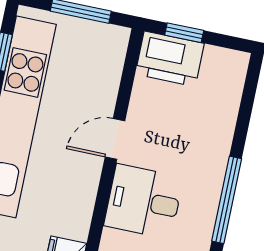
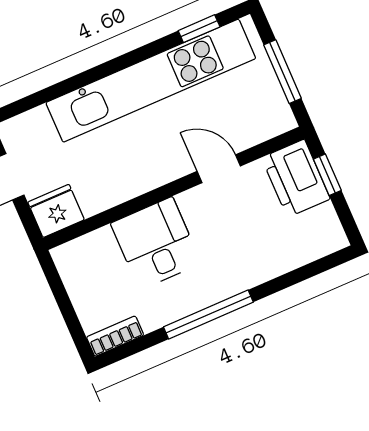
door: (115, 139) -> (219, 169), moved

